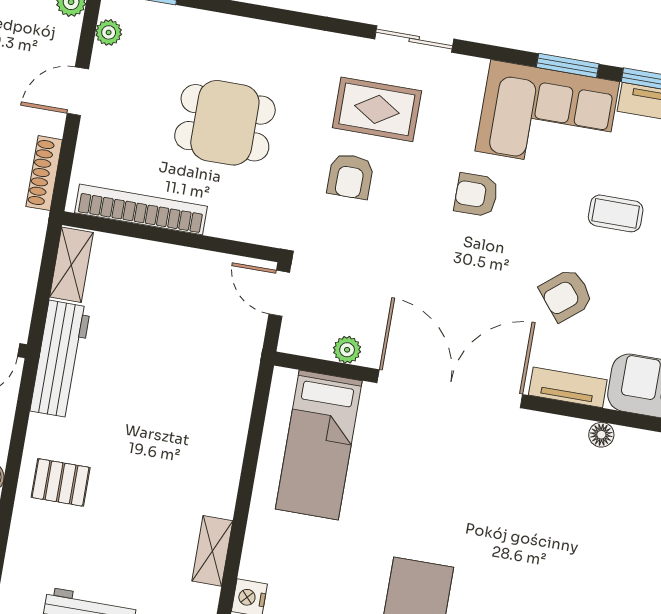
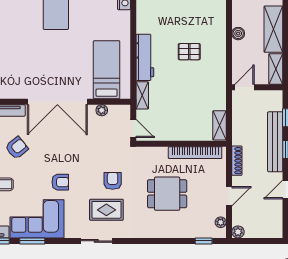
workbench: (60, 359) -> (145, 57), moved, turned 180
pallet: (61, 482) -> (189, 52), moved
shelving: (212, 551) -> (142, 95), moved

